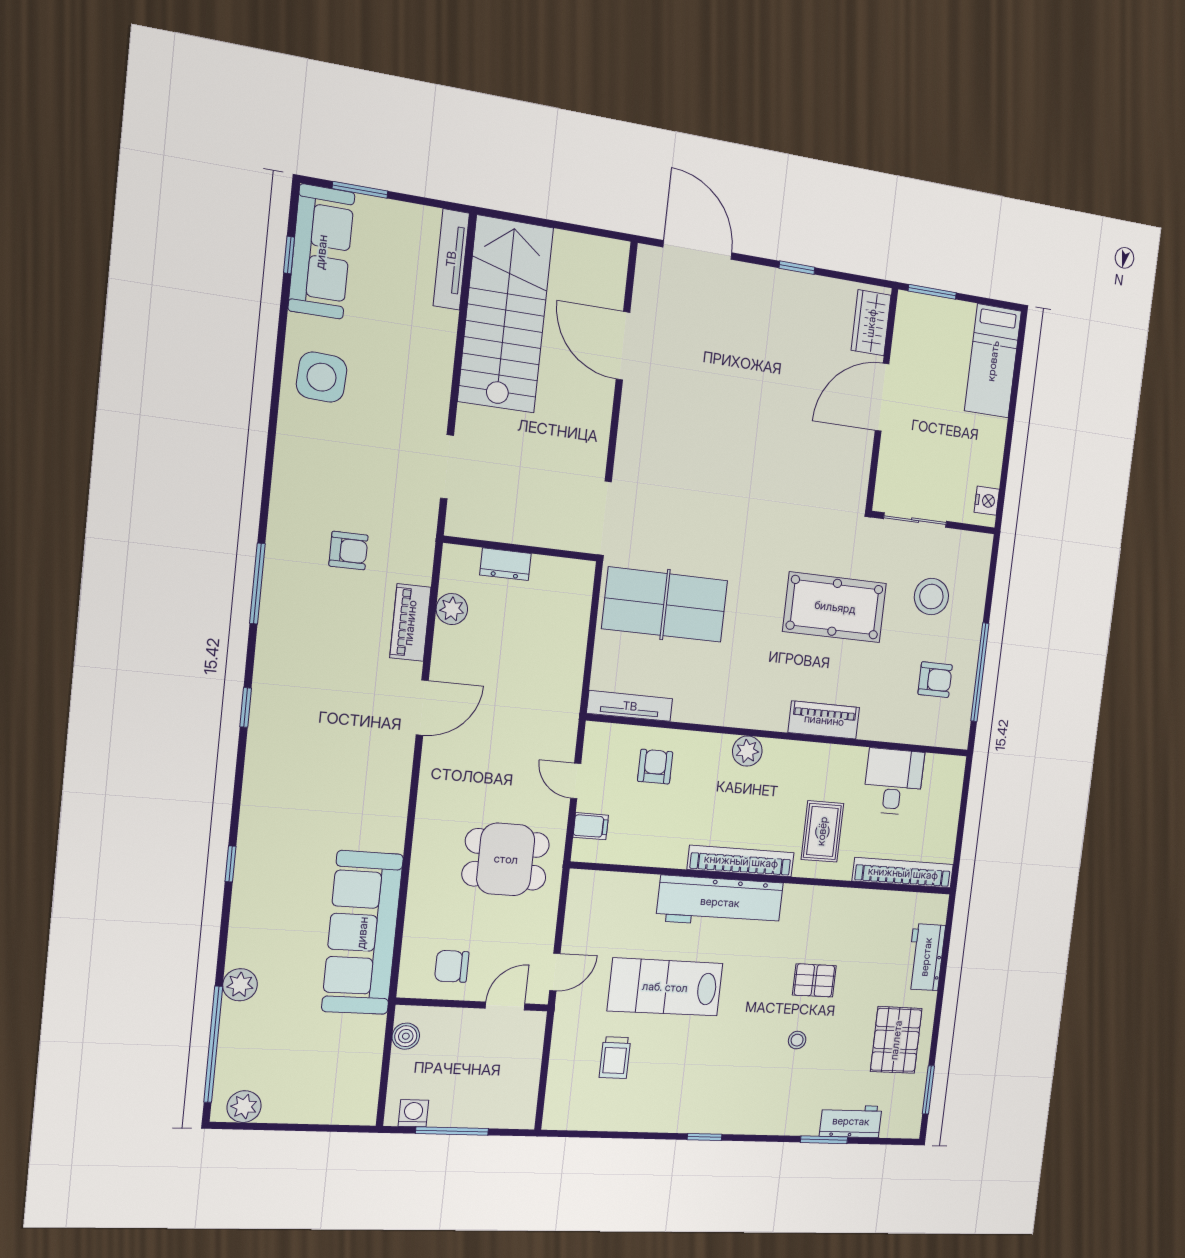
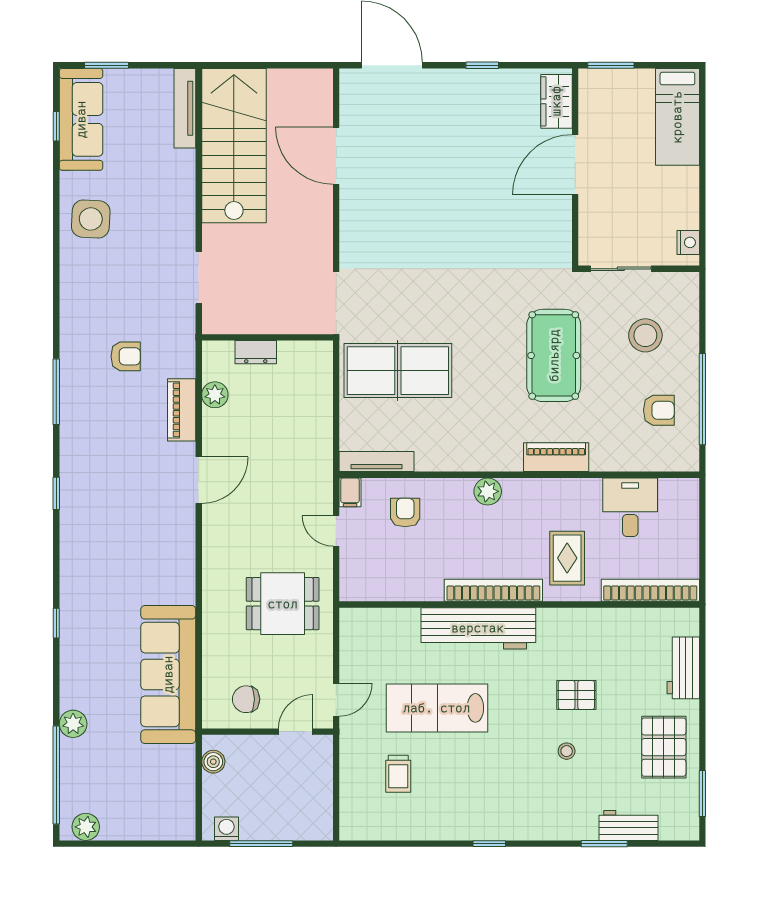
pool table: (835, 607) -> (554, 355), turned 90
filing cabinet: (591, 826) -> (350, 492), moved, turned 90

